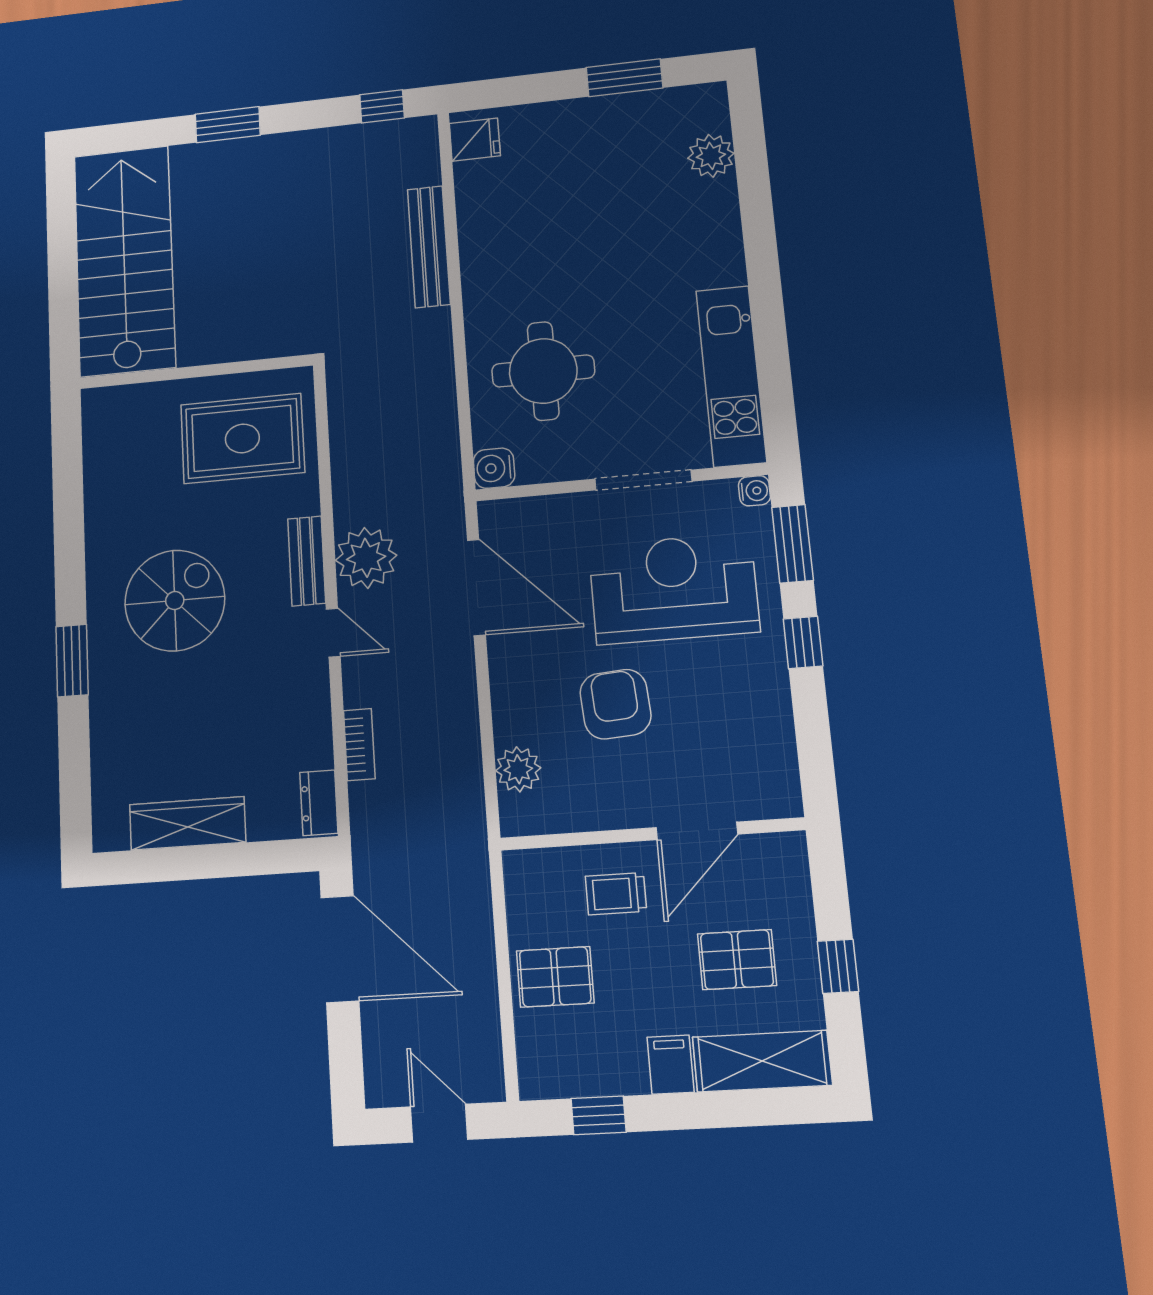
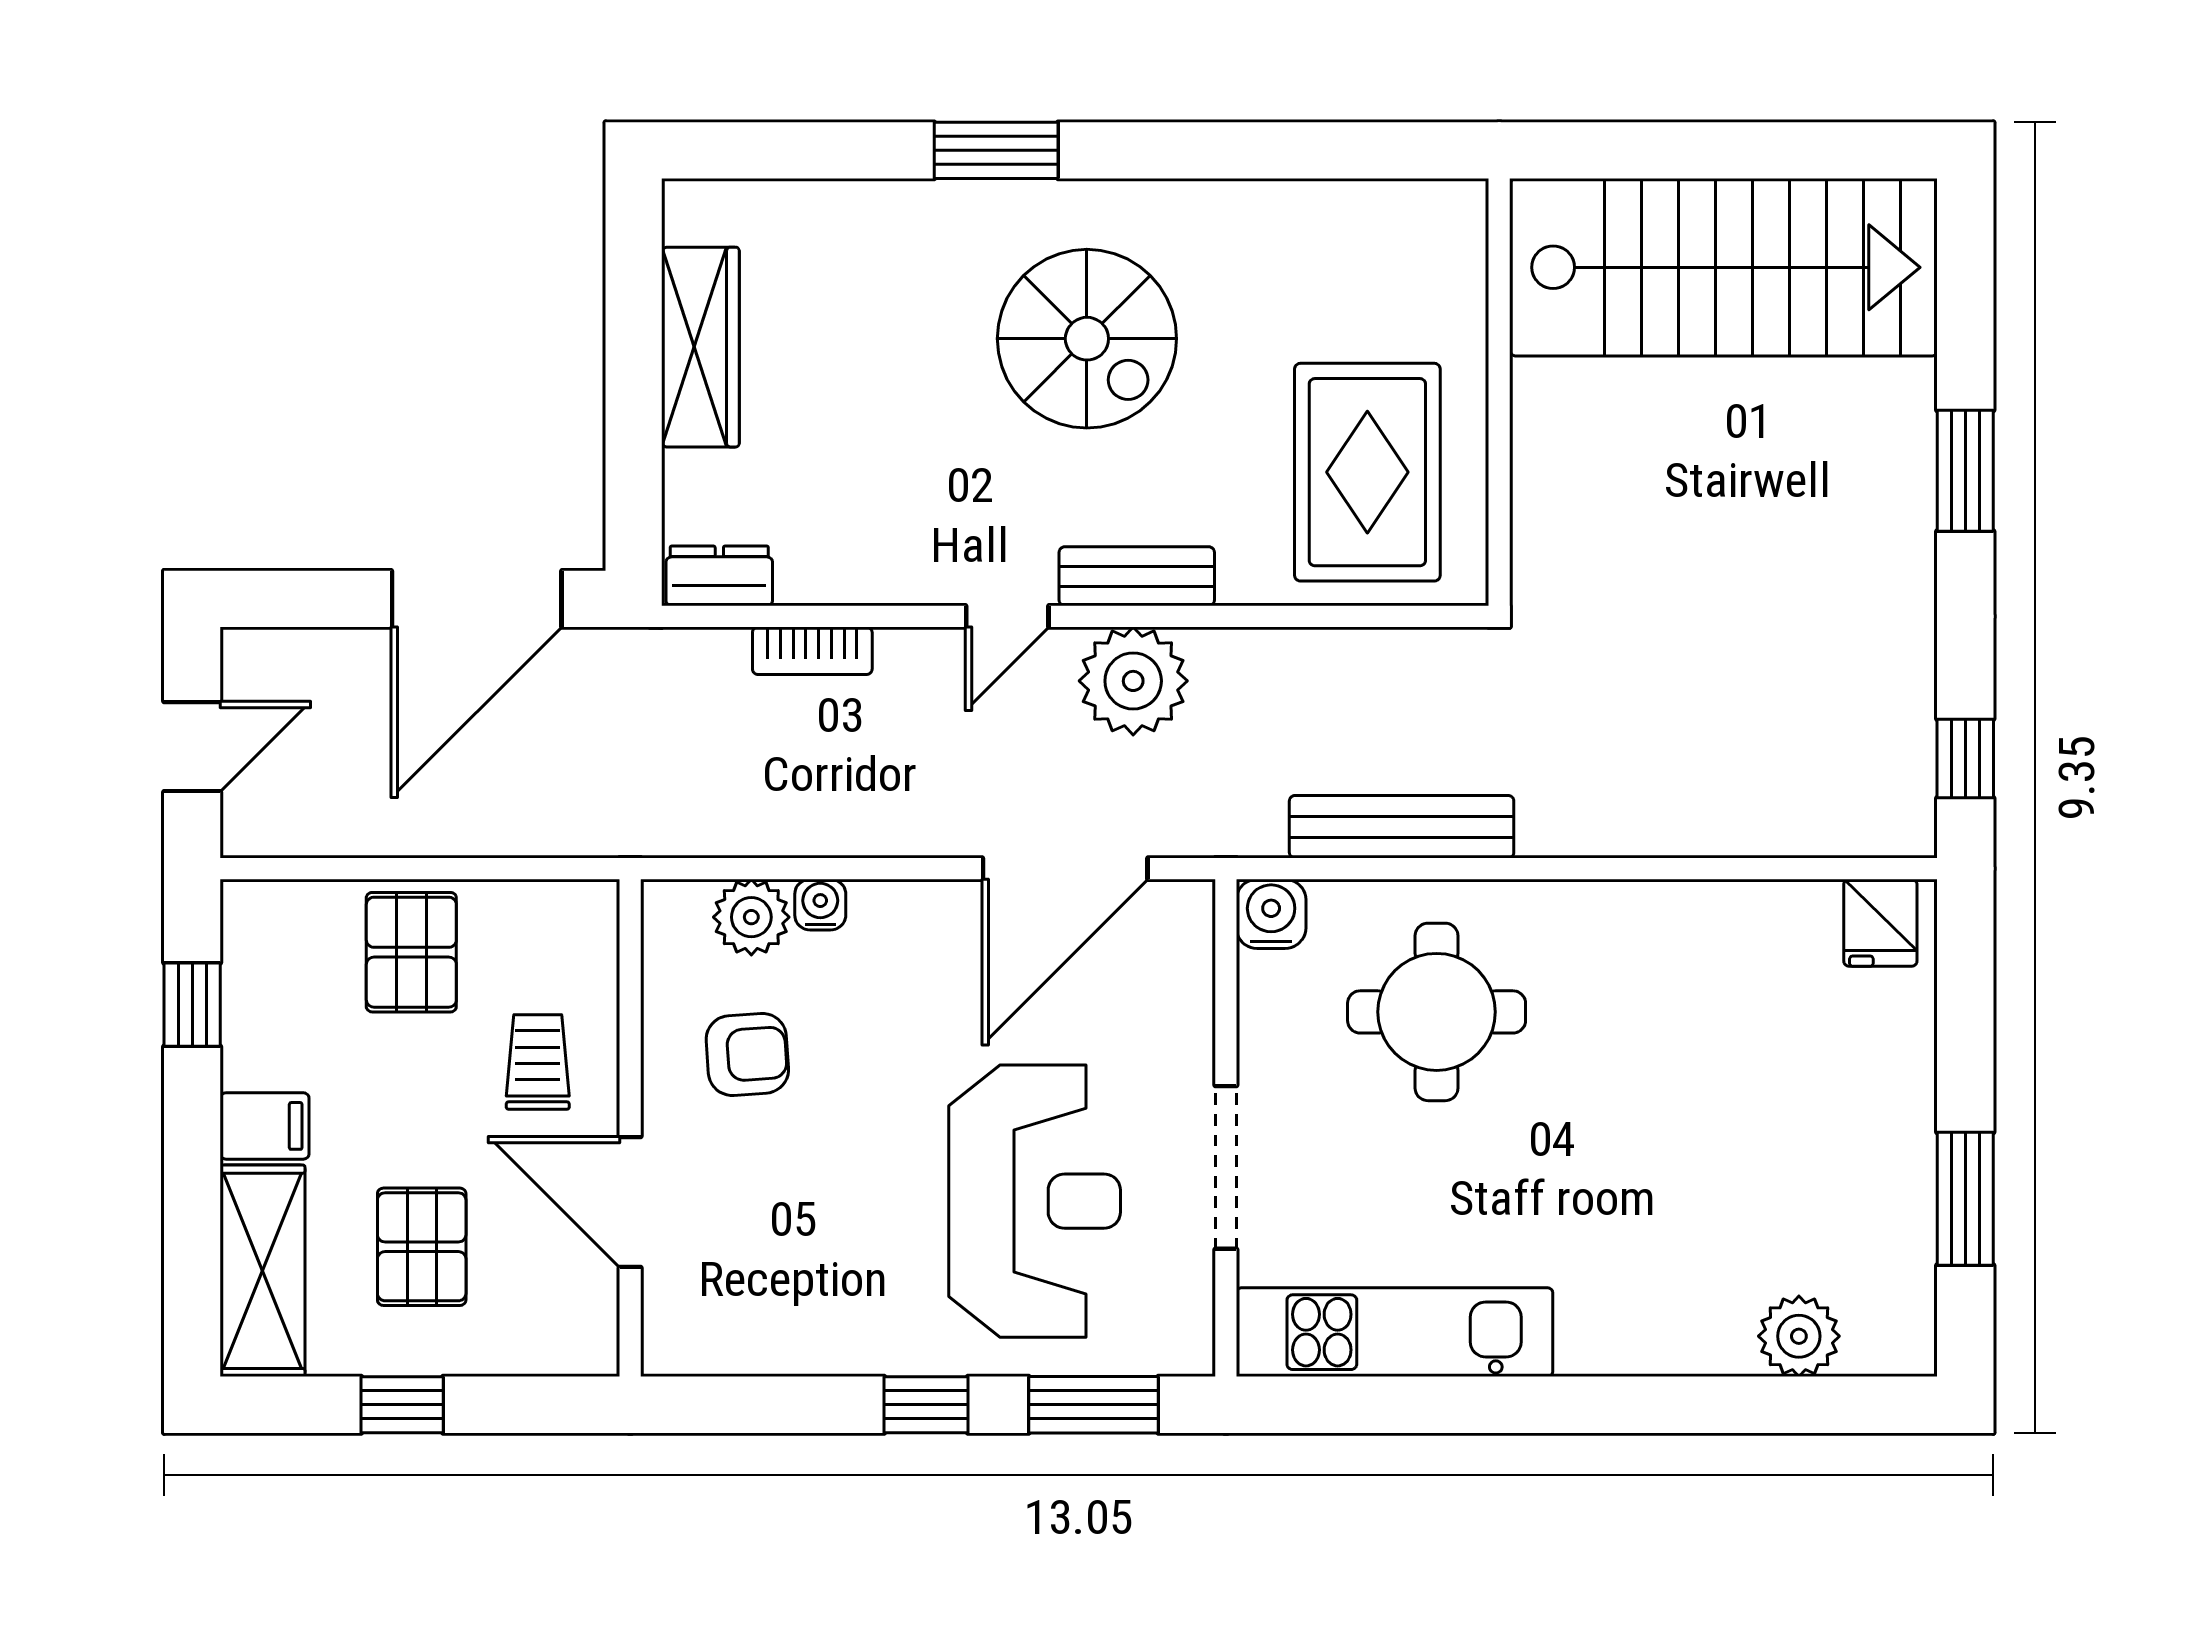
bench: (429, 247) -> (1402, 827), moved
water cooler: (754, 491) -> (820, 905), moved, turned 180
armchair: (615, 704) -> (747, 1054), moved, width x0.72, depth x0.72

